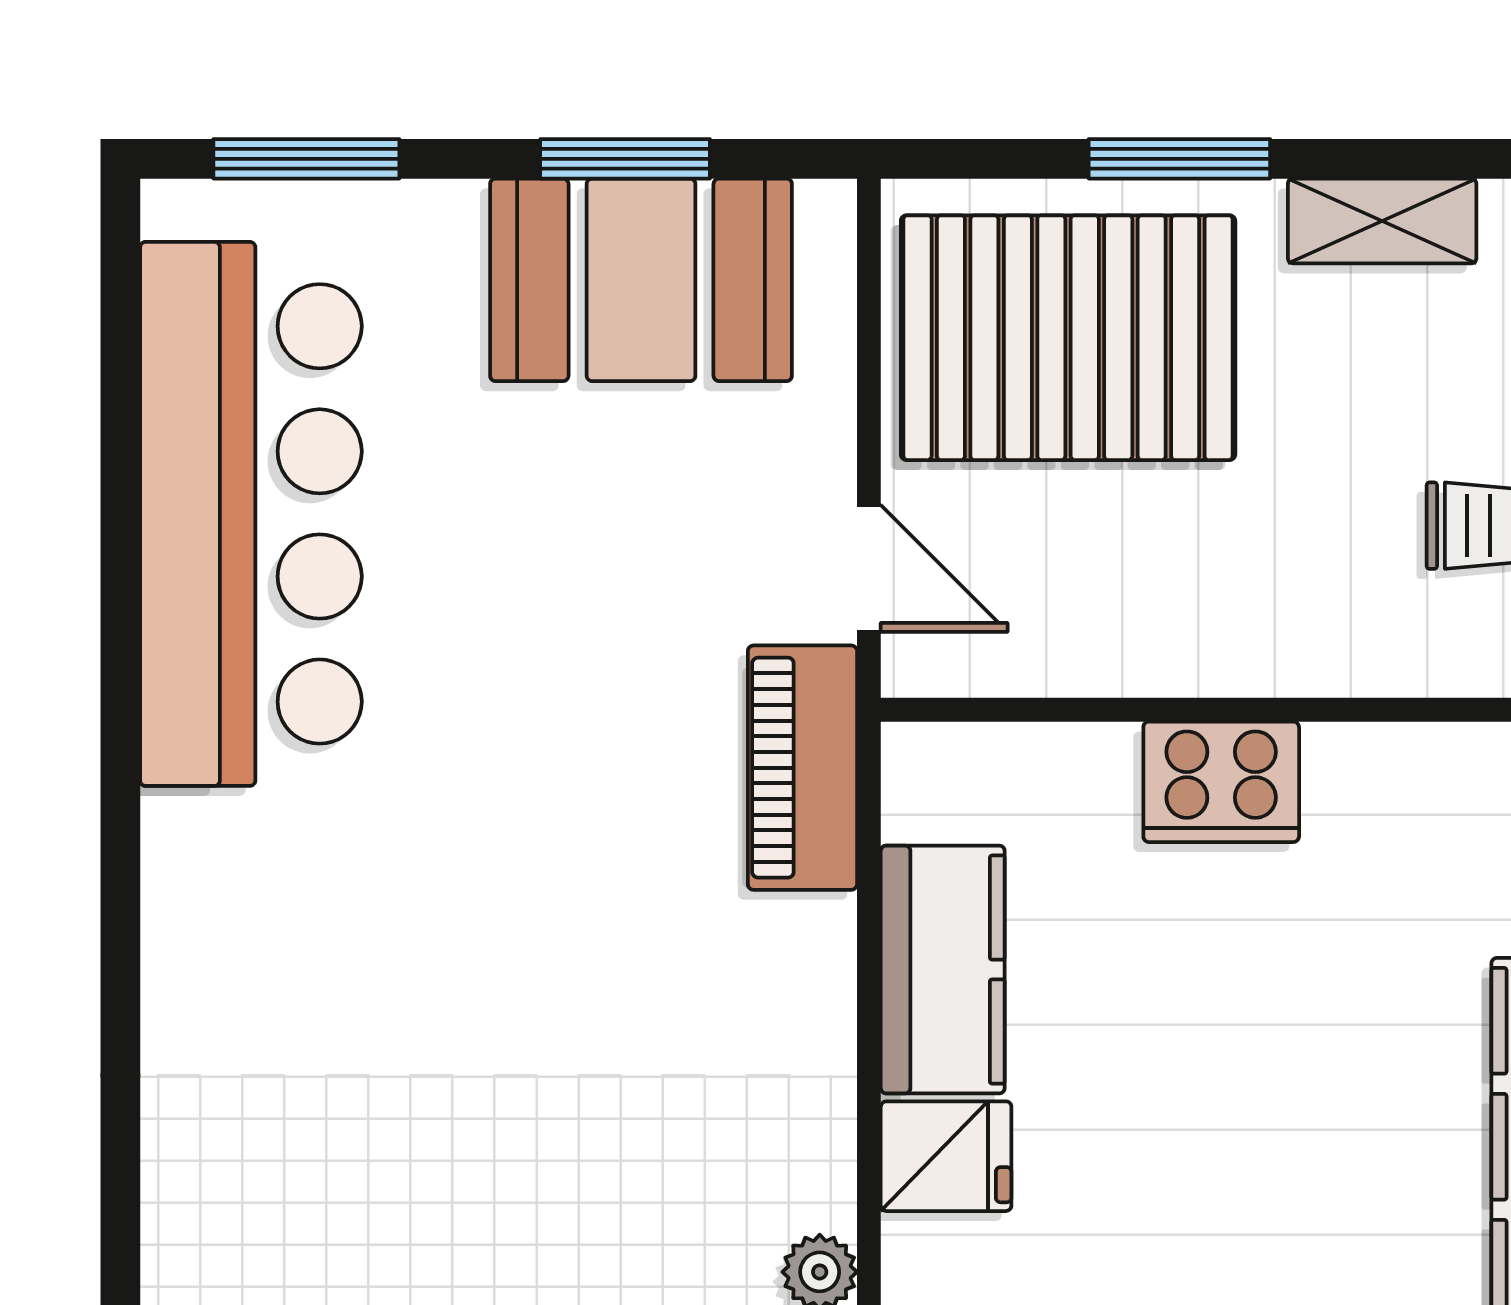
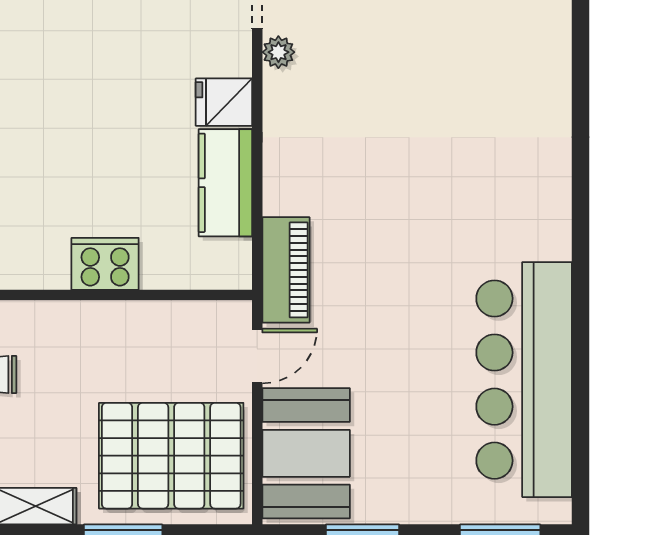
booth: (641, 280) -> (306, 453), moved, turned 90
door: (869, 568) -> (257, 356), swing flipped

